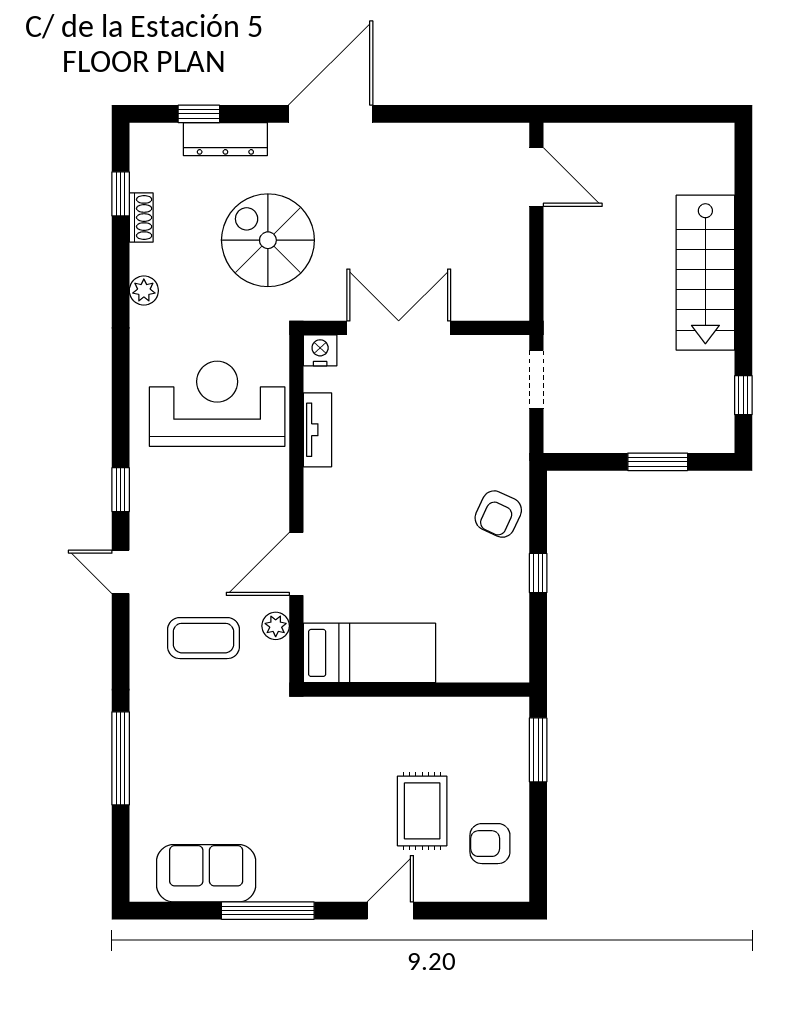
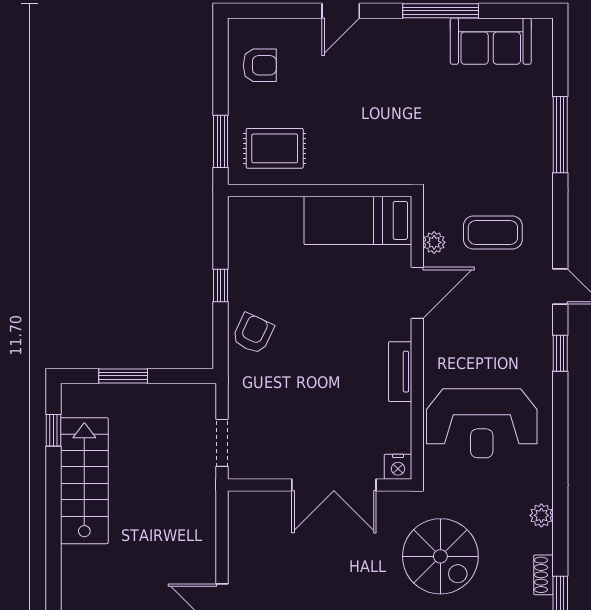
stairs: (705, 273) -> (84, 481), moved
tv unit: (317, 430) -> (400, 372), moved
rug: (422, 811) -> (275, 148), moved, turned 90

